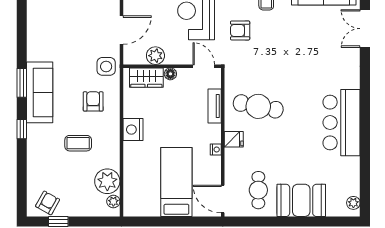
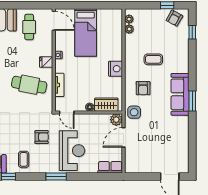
plant: (155, 56) -> (116, 120), moved
window: (22, 129) -> (192, 32), moved
plant: (107, 181) -> (129, 29), width x0.53, depth x0.53

